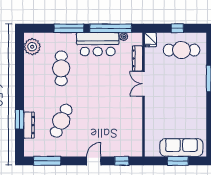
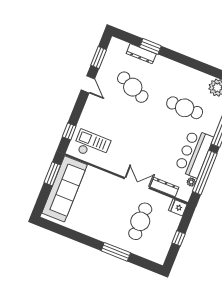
cafe table: (182, 50) -> (140, 221), moved
checkout: (126, 136) -> (92, 145), added
sofa: (181, 147) -> (64, 189), width x1.36, depth x1.27
window: (47, 161) -> (99, 57), width x0.69
door: (94, 161) -> (88, 84), moved
window: (178, 161) -> (52, 174), moved

